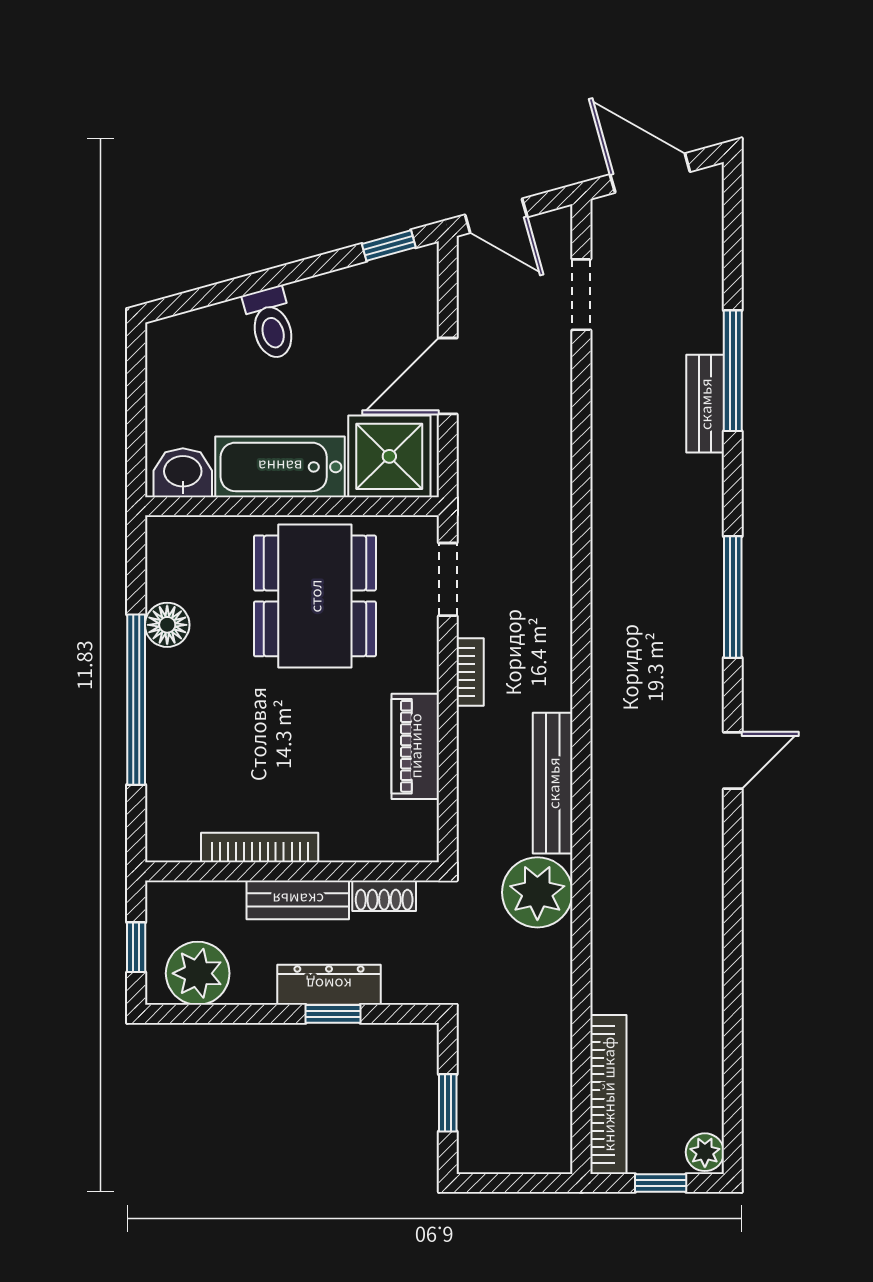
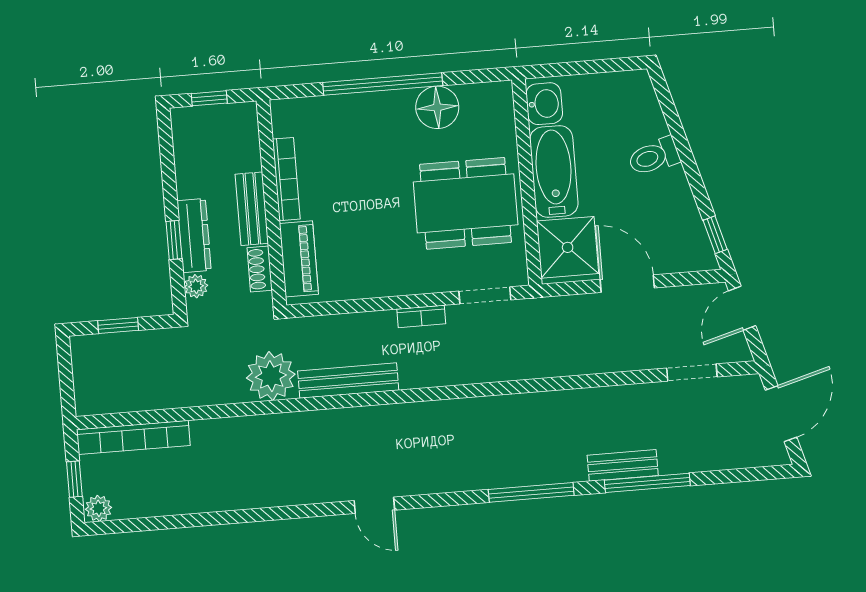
window: (733, 597) -> (531, 492), moved
floor lamp: (167, 625) -> (437, 107), width x1.38, depth x1.38
piano: (415, 746) -> (299, 259), moved, turned 90
plant: (198, 973) -> (196, 286), moved, width x0.53, depth x0.53

